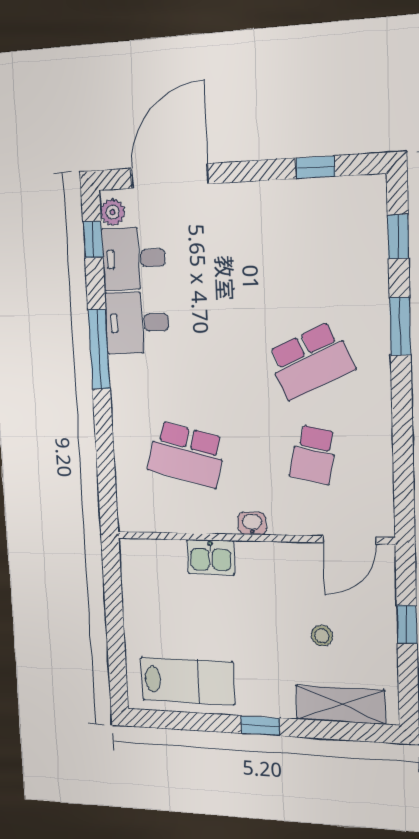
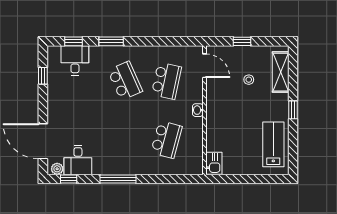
desk: (137, 323) -> (75, 60), moved, turned 180
school desk: (313, 455) -> (166, 81), width x1.85
kitchen sink: (211, 557) -> (214, 163), moved

